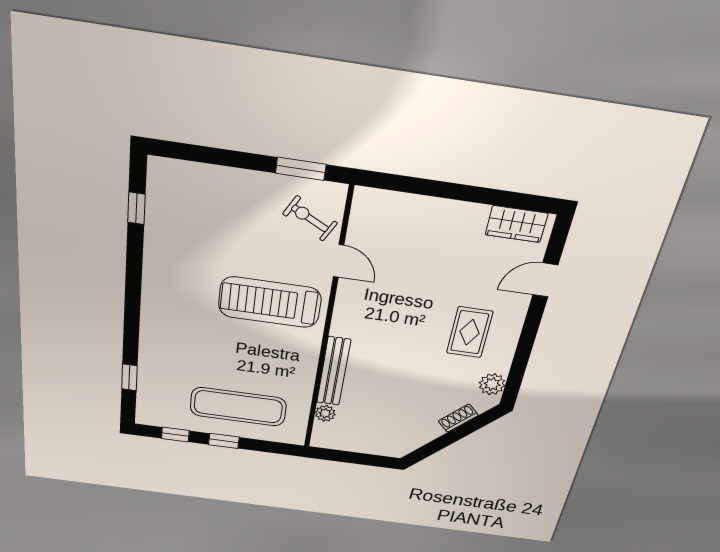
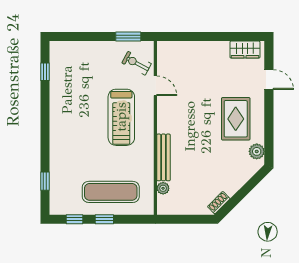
door: (545, 280) -> (269, 80), swing flipped
treadmill: (270, 302) -> (121, 117), turned -90
rug: (470, 332) -> (236, 119), width x1.36, depth x1.43
shoe rack: (458, 418) -> (219, 203), moved

